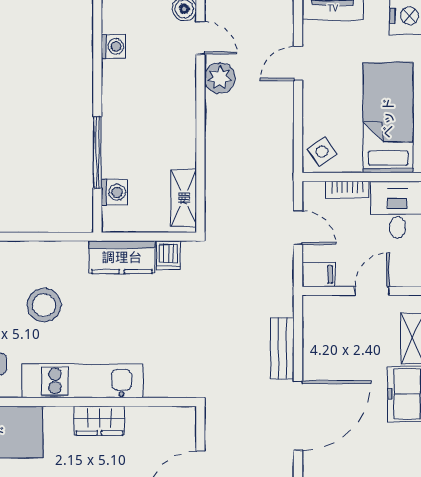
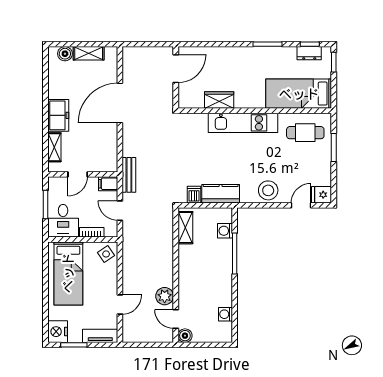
stool: (44, 305) -> (268, 190), moved
bench: (282, 348) -> (129, 175), moved
wardrobe: (99, 421) -> (219, 100), moved

